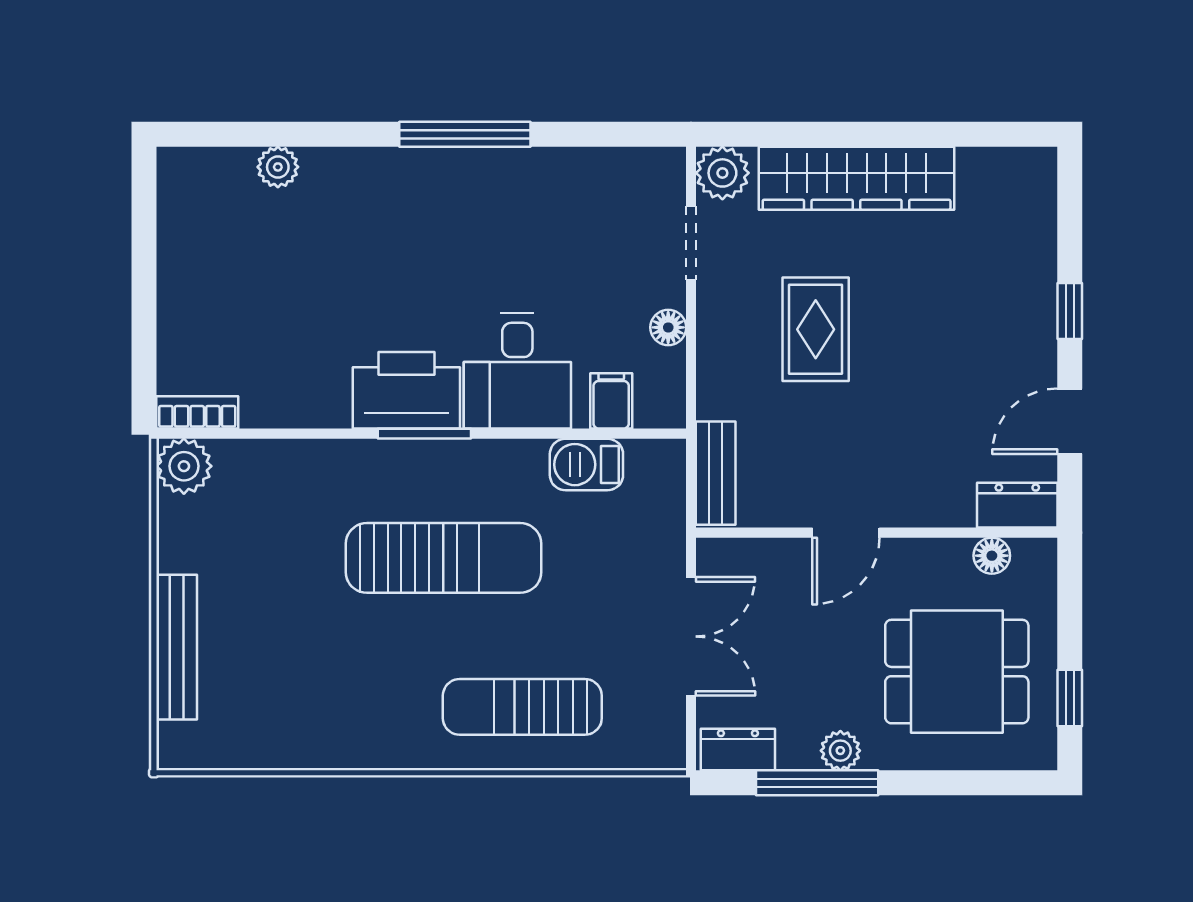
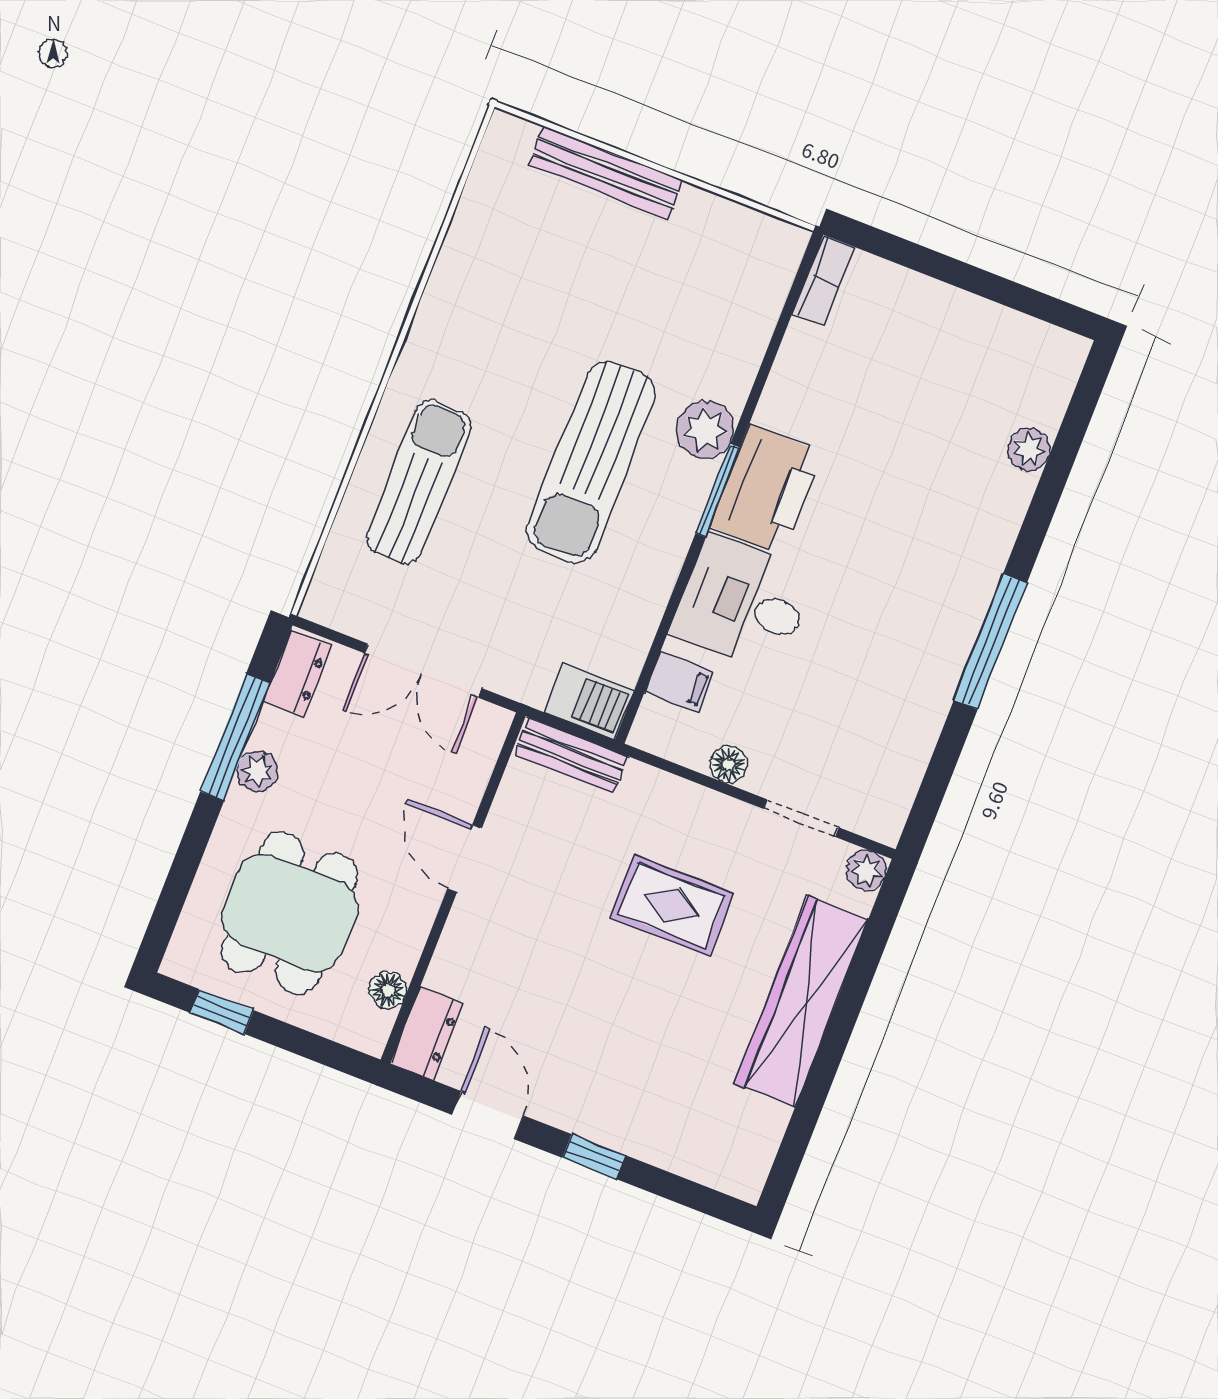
plant: (722, 173) -> (866, 870), width x0.73, depth x0.73
barbecue: (586, 465) -> (590, 701), moved, turned 90
plant: (184, 466) -> (705, 430), moved

